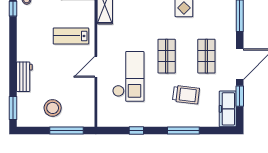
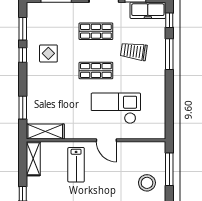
trolley: (186, 95) -> (134, 51), turned -89
window: (136, 130) -> (169, 20), moved

